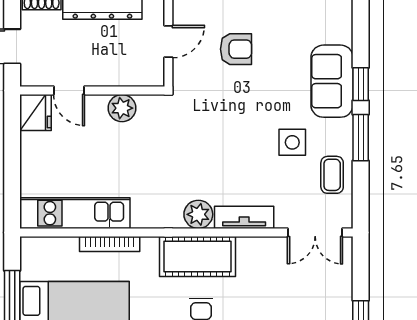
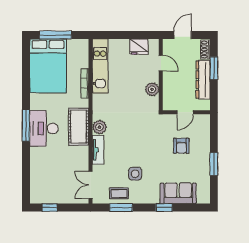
door: (168, 41) -> (185, 112), hinge flipped
sofa: (332, 81) -> (178, 193), moved
door: (69, 91) -> (161, 63), swing flipped
fridge: (36, 113) -> (139, 47), moved
window: (361, 138) -> (121, 208), moved

